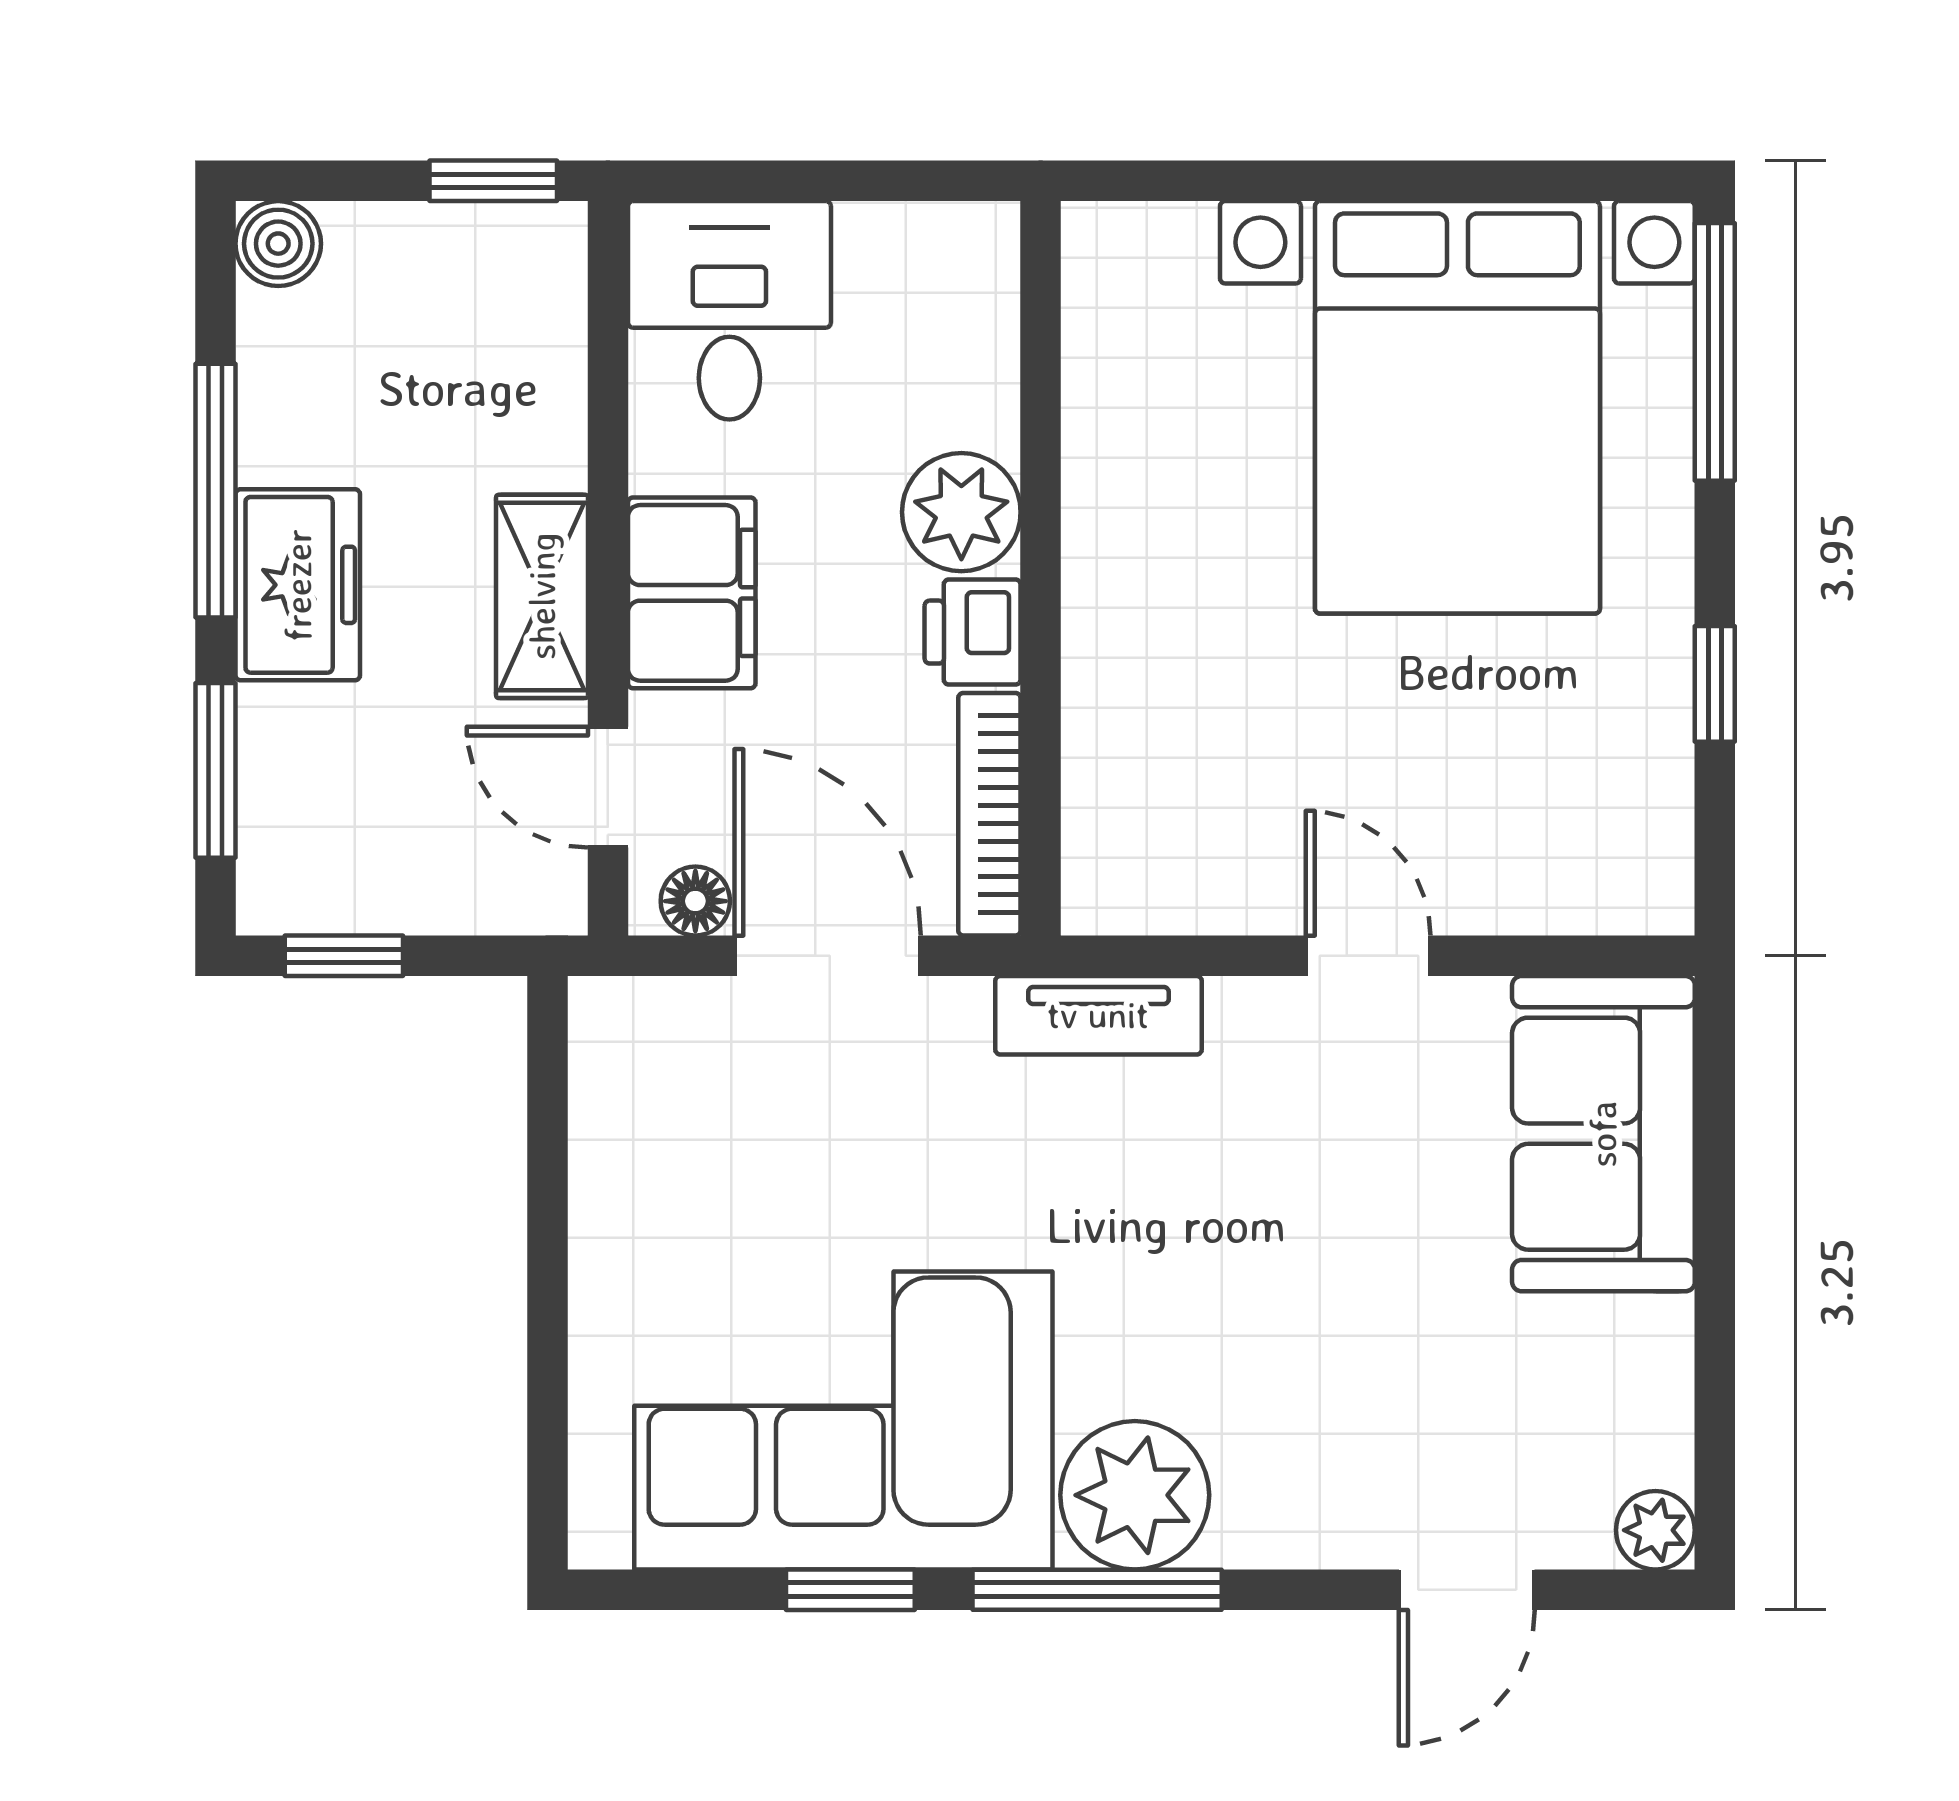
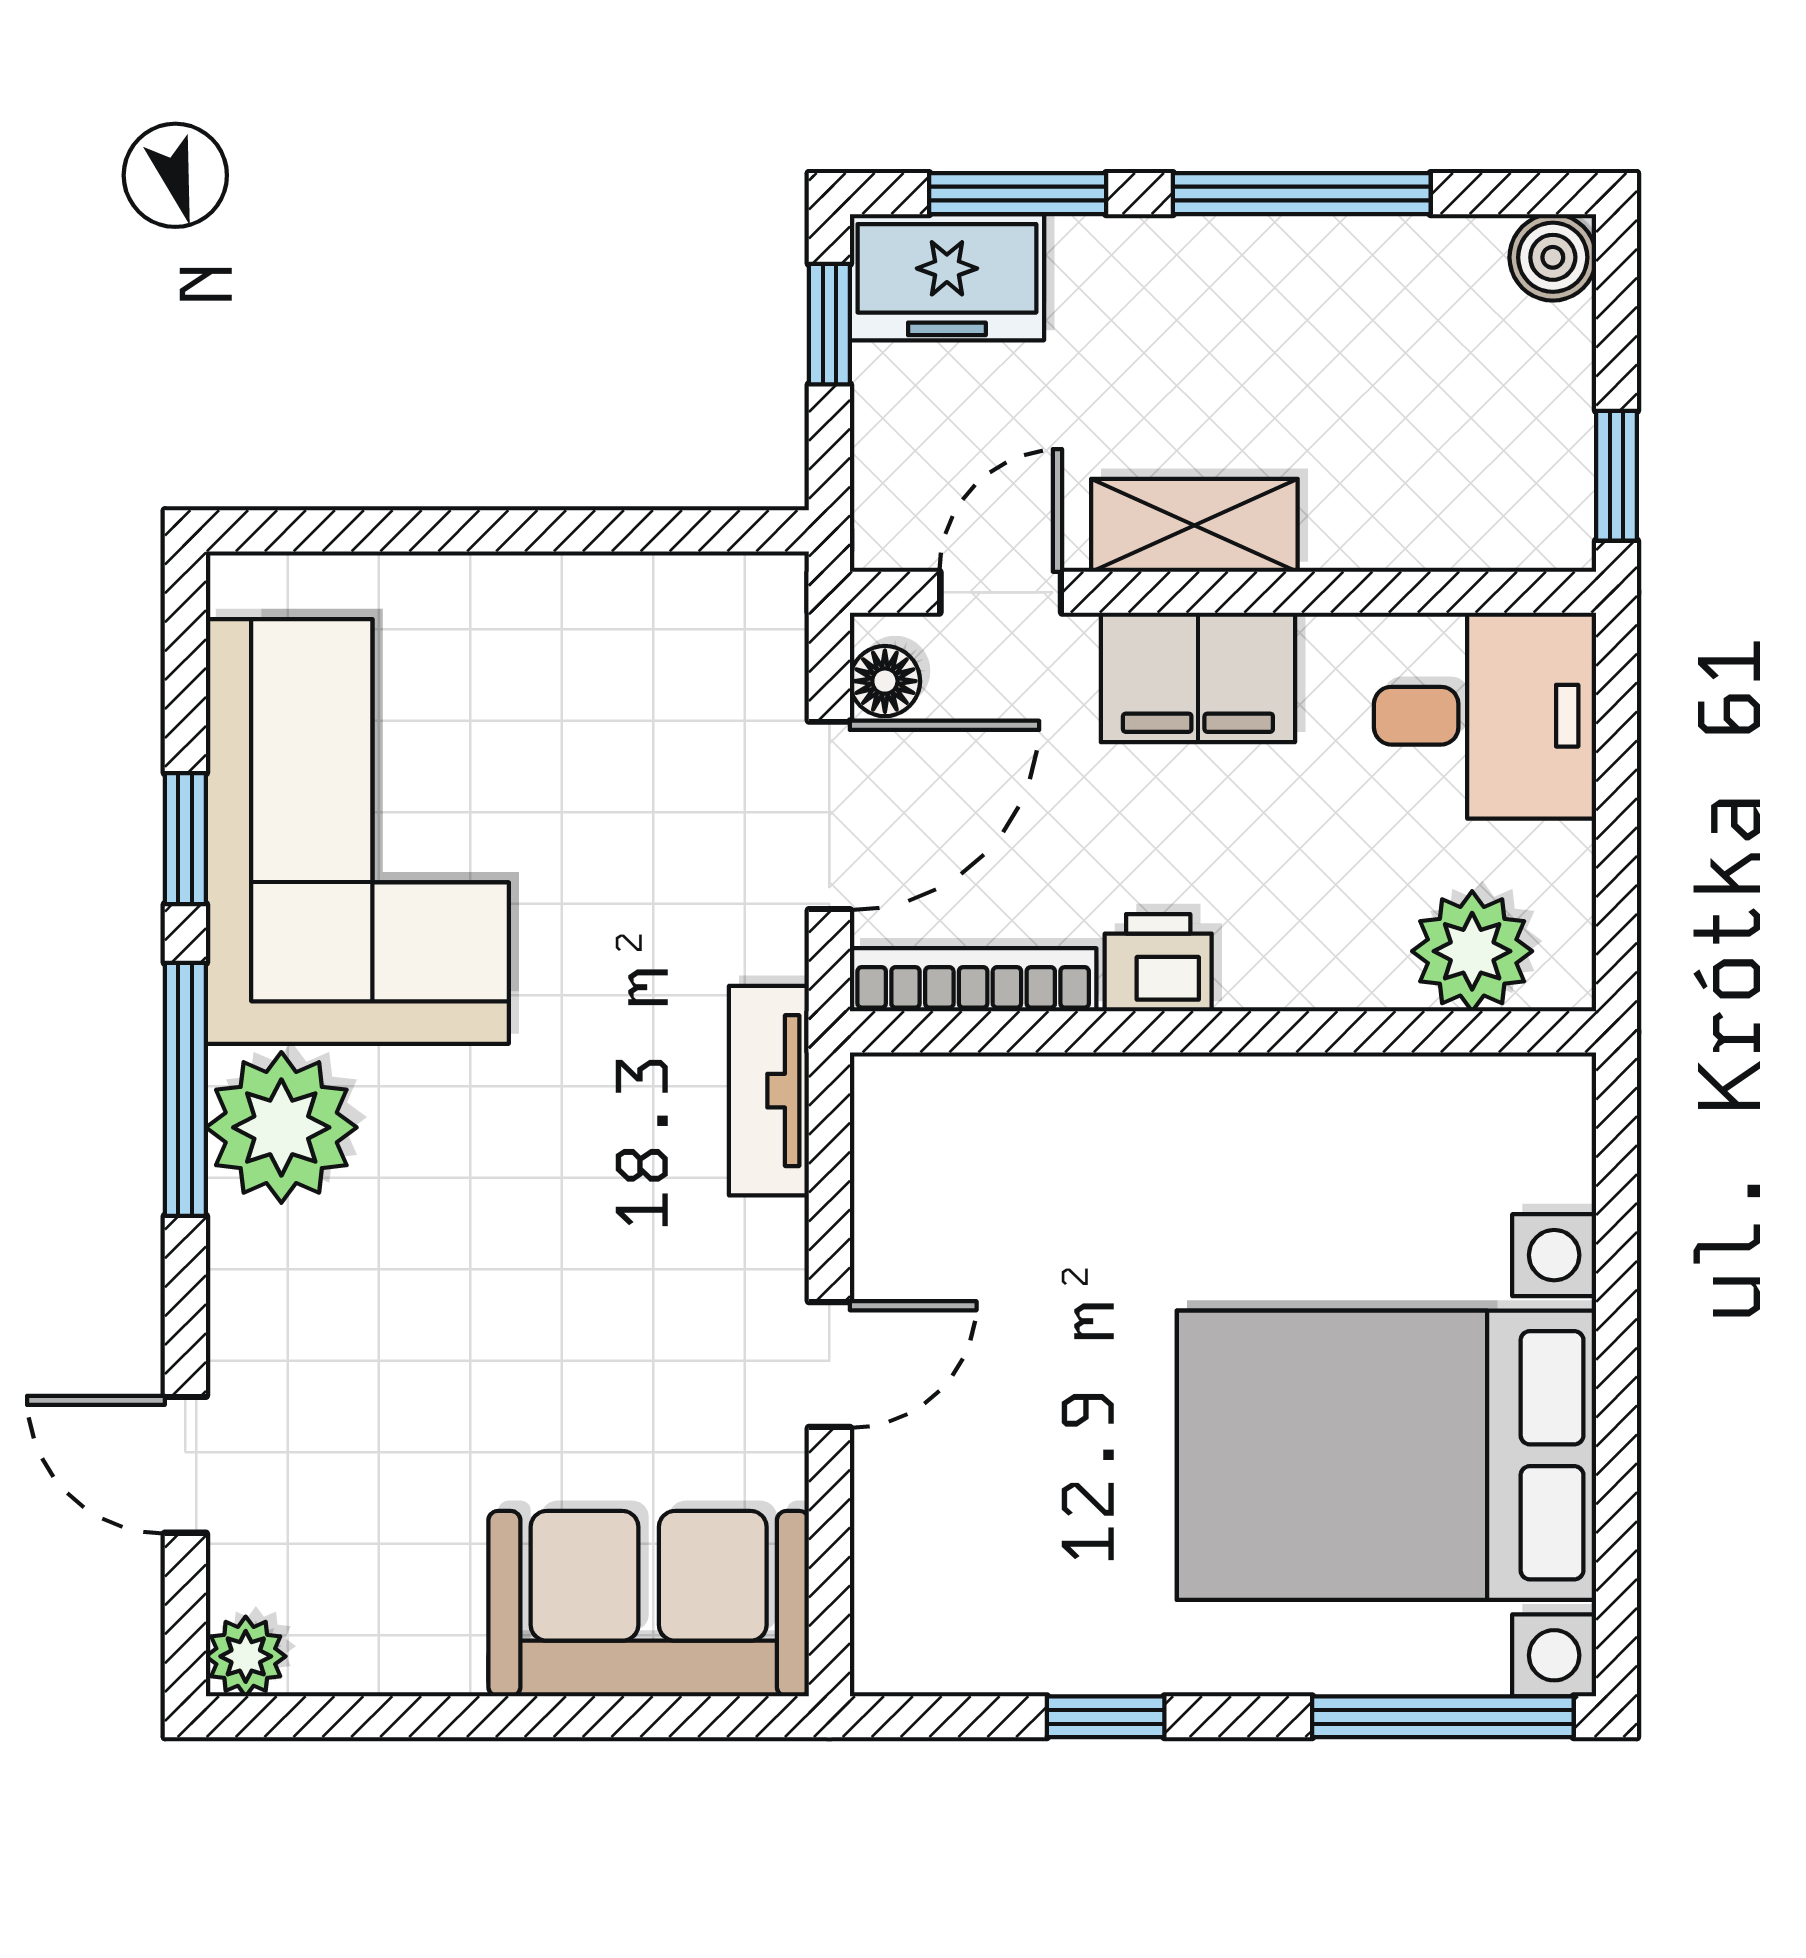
plant: (961, 512) -> (1472, 951), moved
freezer: (298, 585) -> (947, 277), moved

